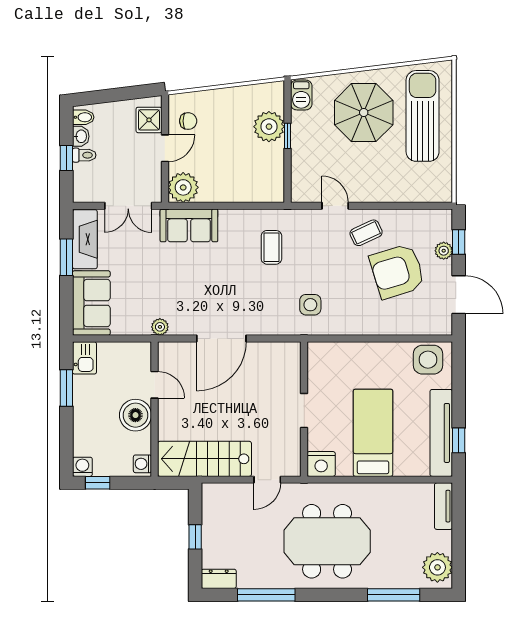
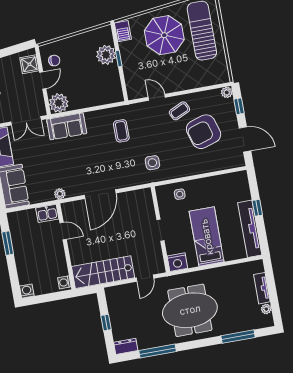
plant: (444, 251) -> (227, 92), moved
kitchen sink: (84, 358) -> (47, 213), moved, turned 90
side table: (428, 360) -> (180, 194), moved, width x0.54, depth x0.54
boiler: (135, 415) -> (54, 252), removed
window: (459, 440) -> (257, 208), moved
window: (98, 483) -> (38, 299), removed
tv unit: (444, 506) -> (262, 288), moved
plant: (437, 567) -> (266, 309), width x0.53, depth x0.53

